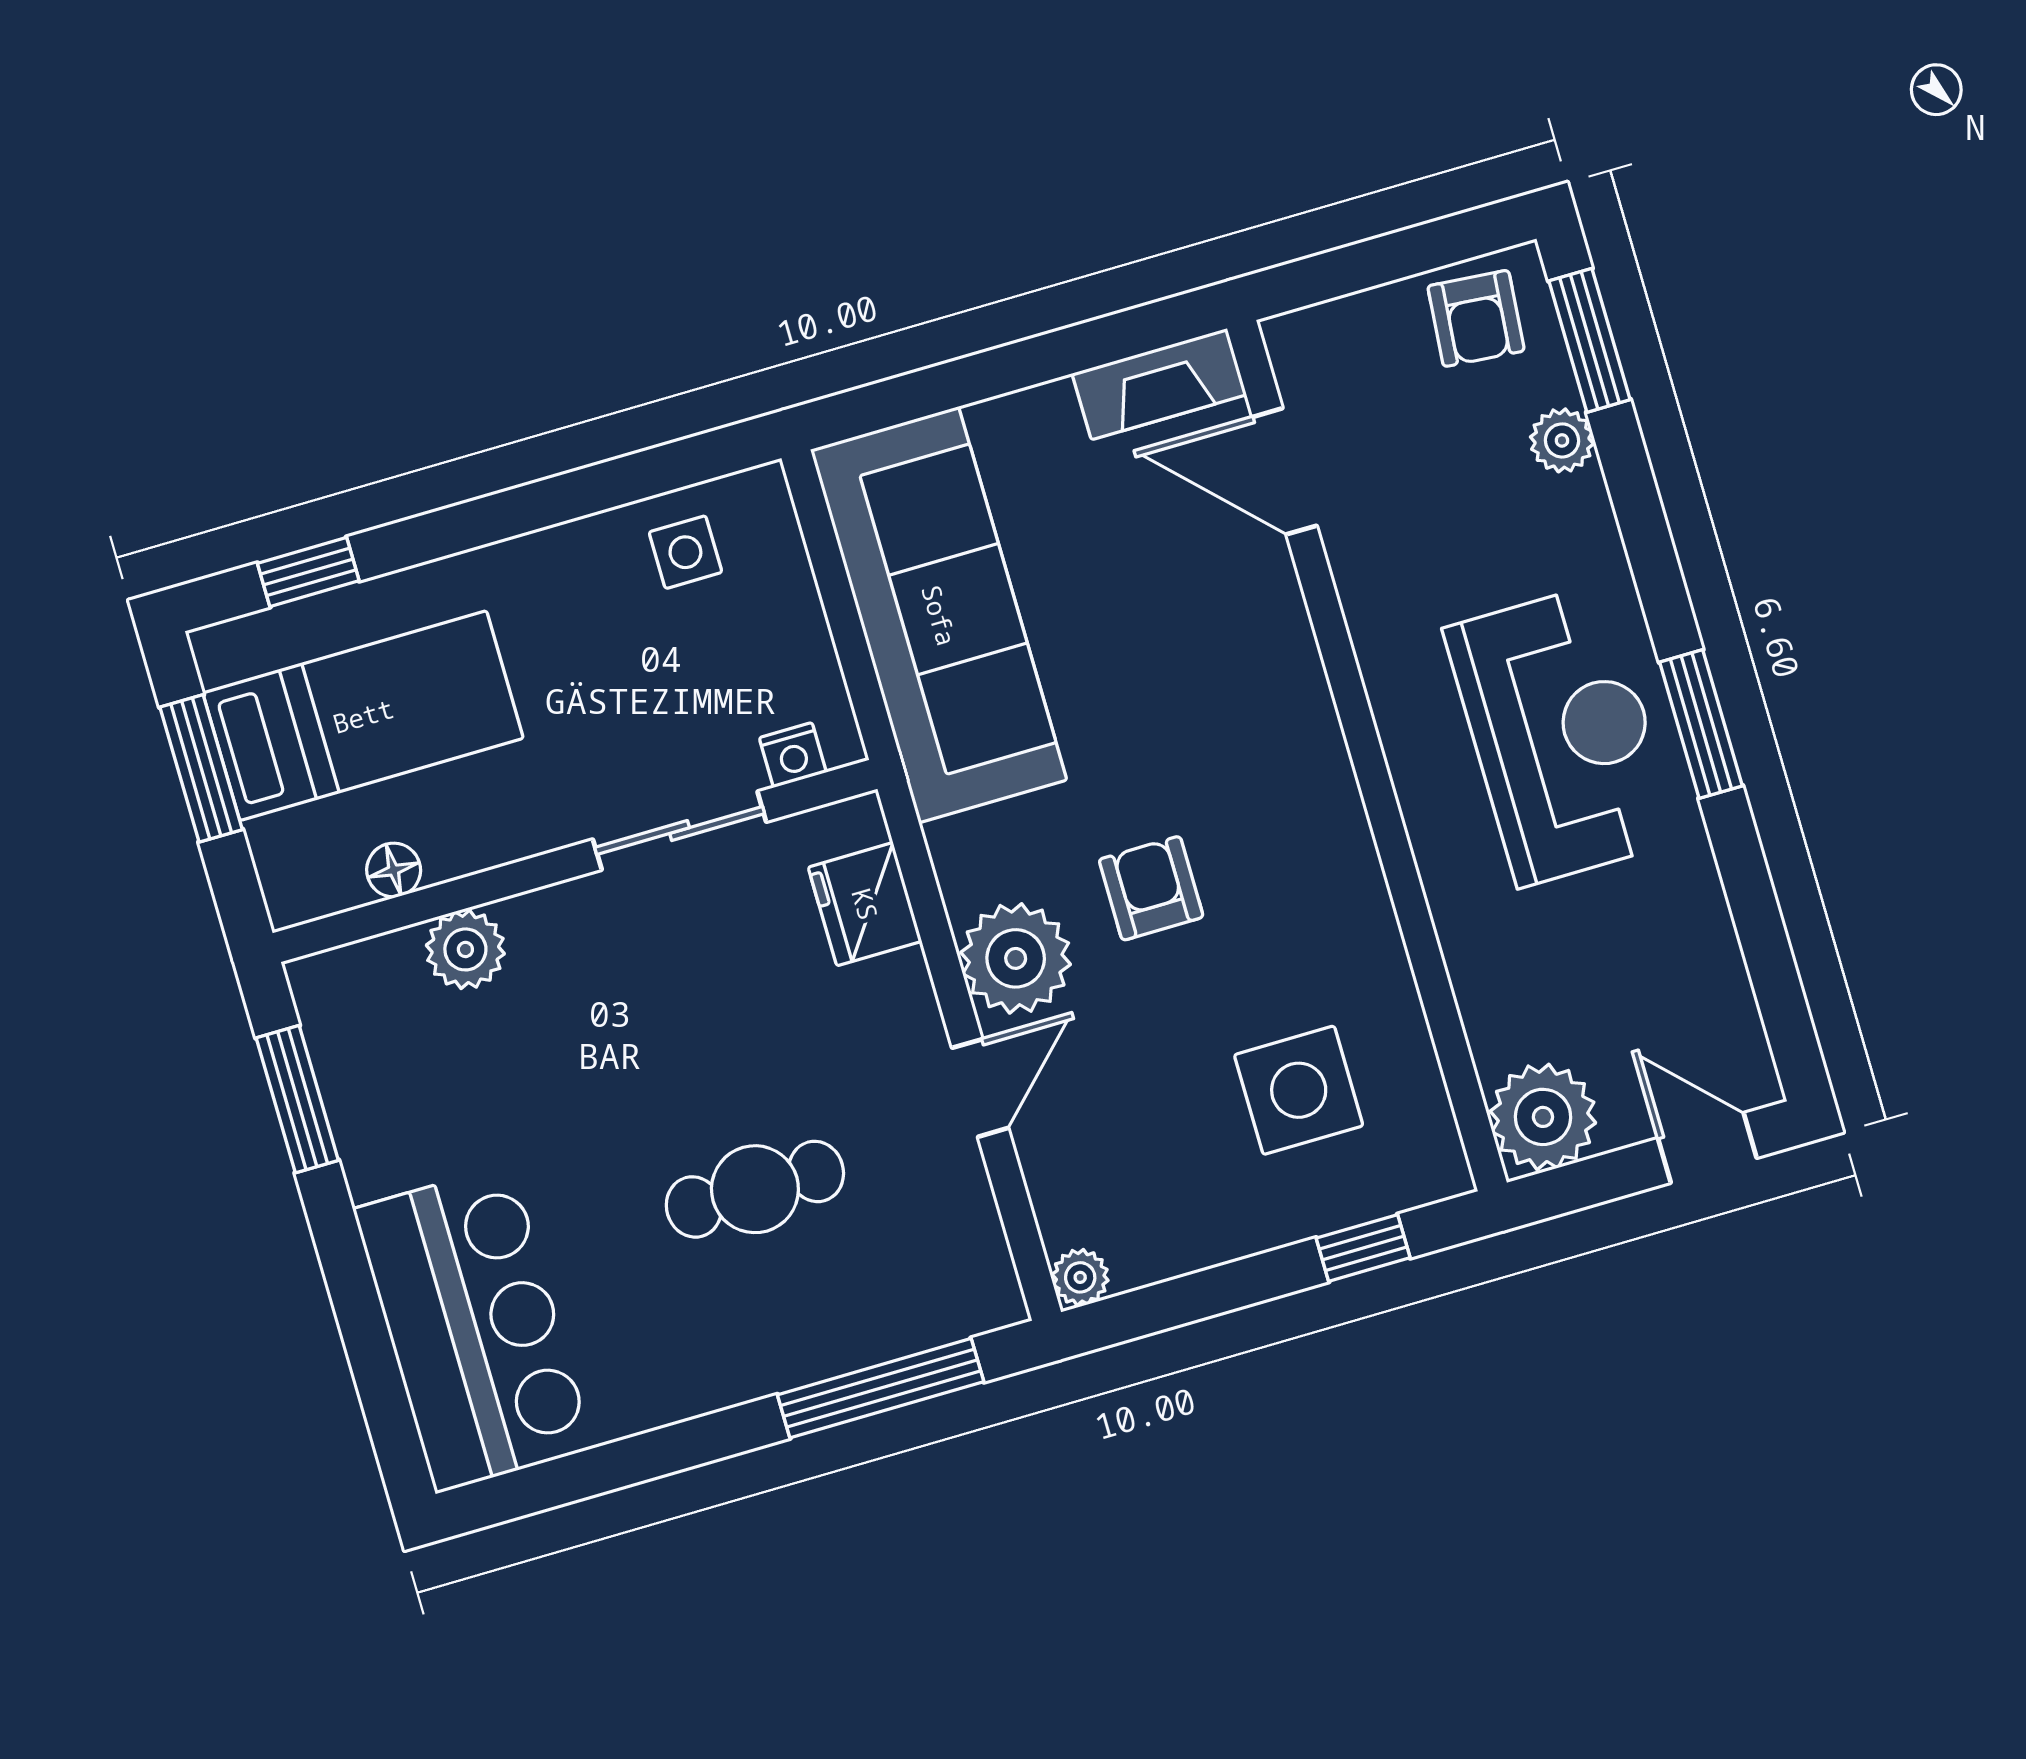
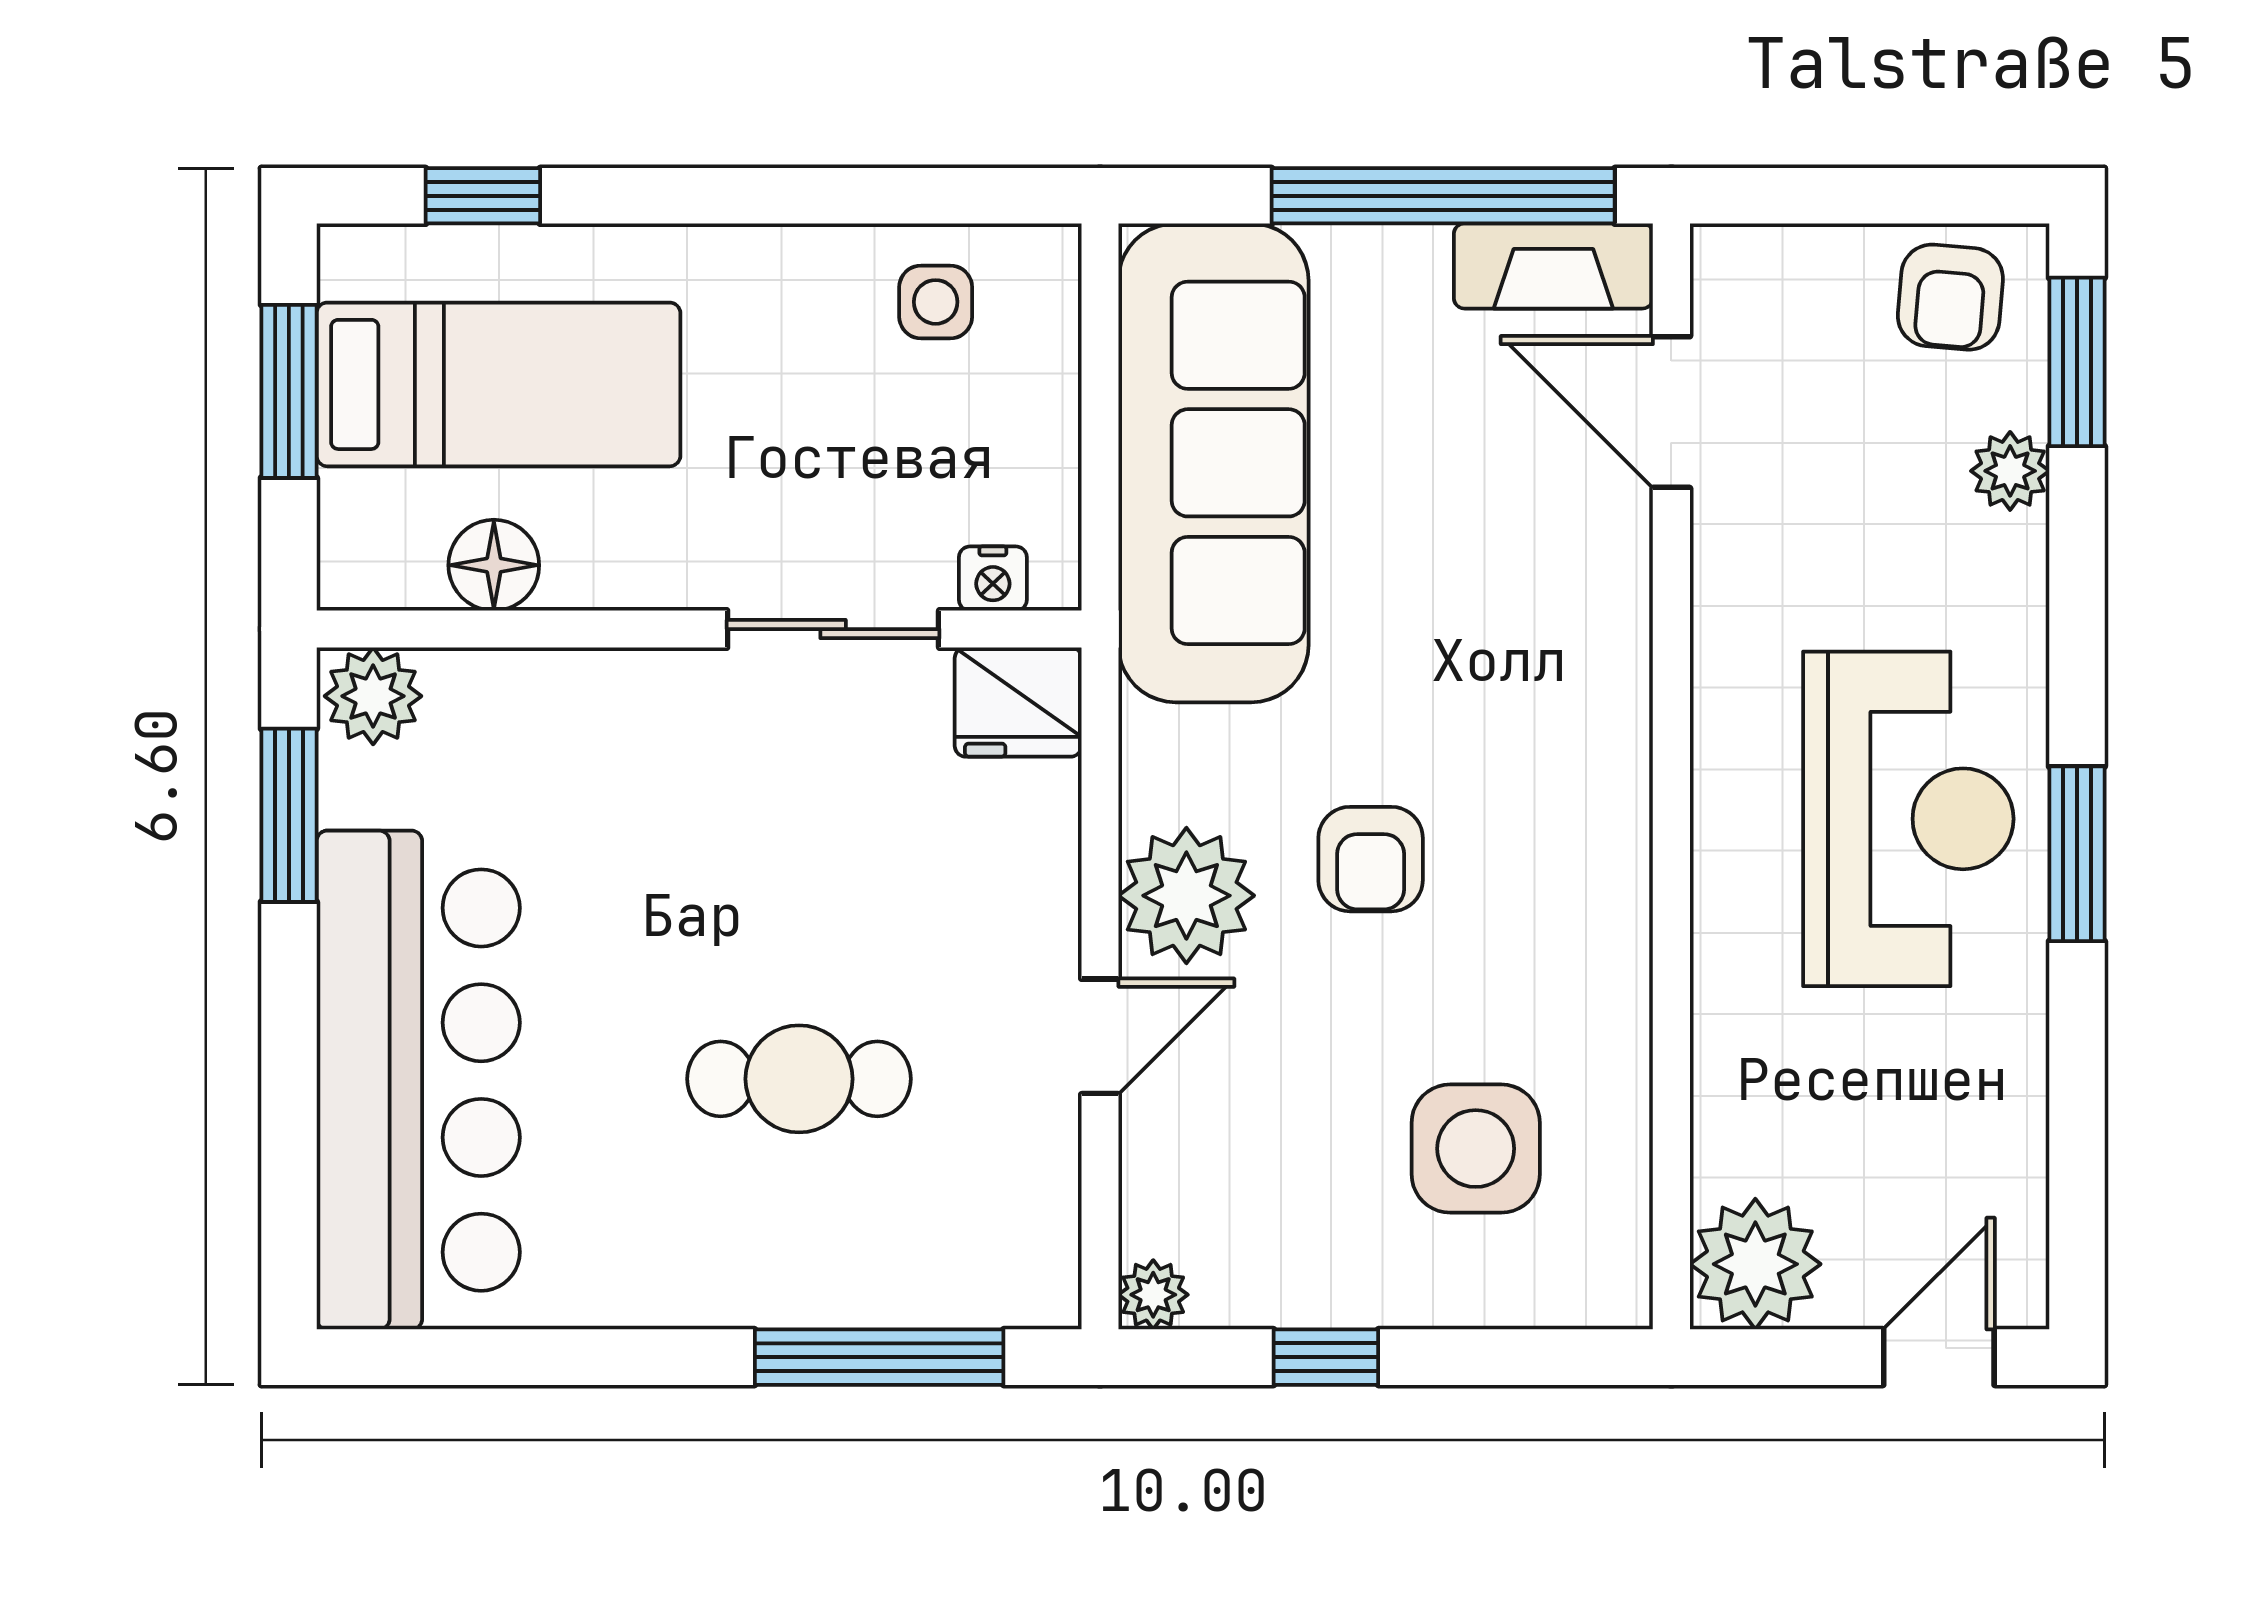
window: (1057, 354) -> (1443, 196), added
floor lamp: (394, 870) -> (494, 565), width x1.37, depth x1.37
armchair: (1151, 888) -> (1371, 859), turned 180
fridge: (865, 904) -> (1018, 702), moved, turned -90
plant: (465, 949) -> (373, 696), moved
door: (1707, 1148) -> (1939, 1357), hinge flipped
window: (1363, 1248) -> (1326, 1357), moved
bar counter: (473, 1328) -> (418, 1080), width x1.36

